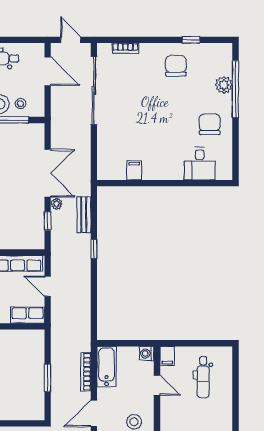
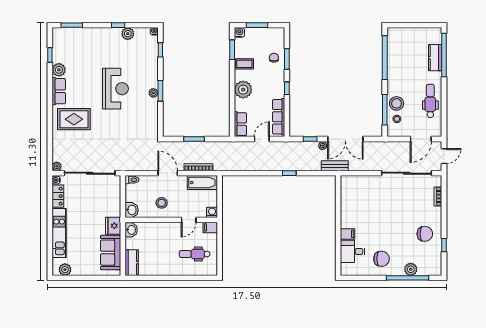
filing cabinet: (134, 170) -> (347, 234), moved
bench: (84, 215) -> (335, 166), moved

